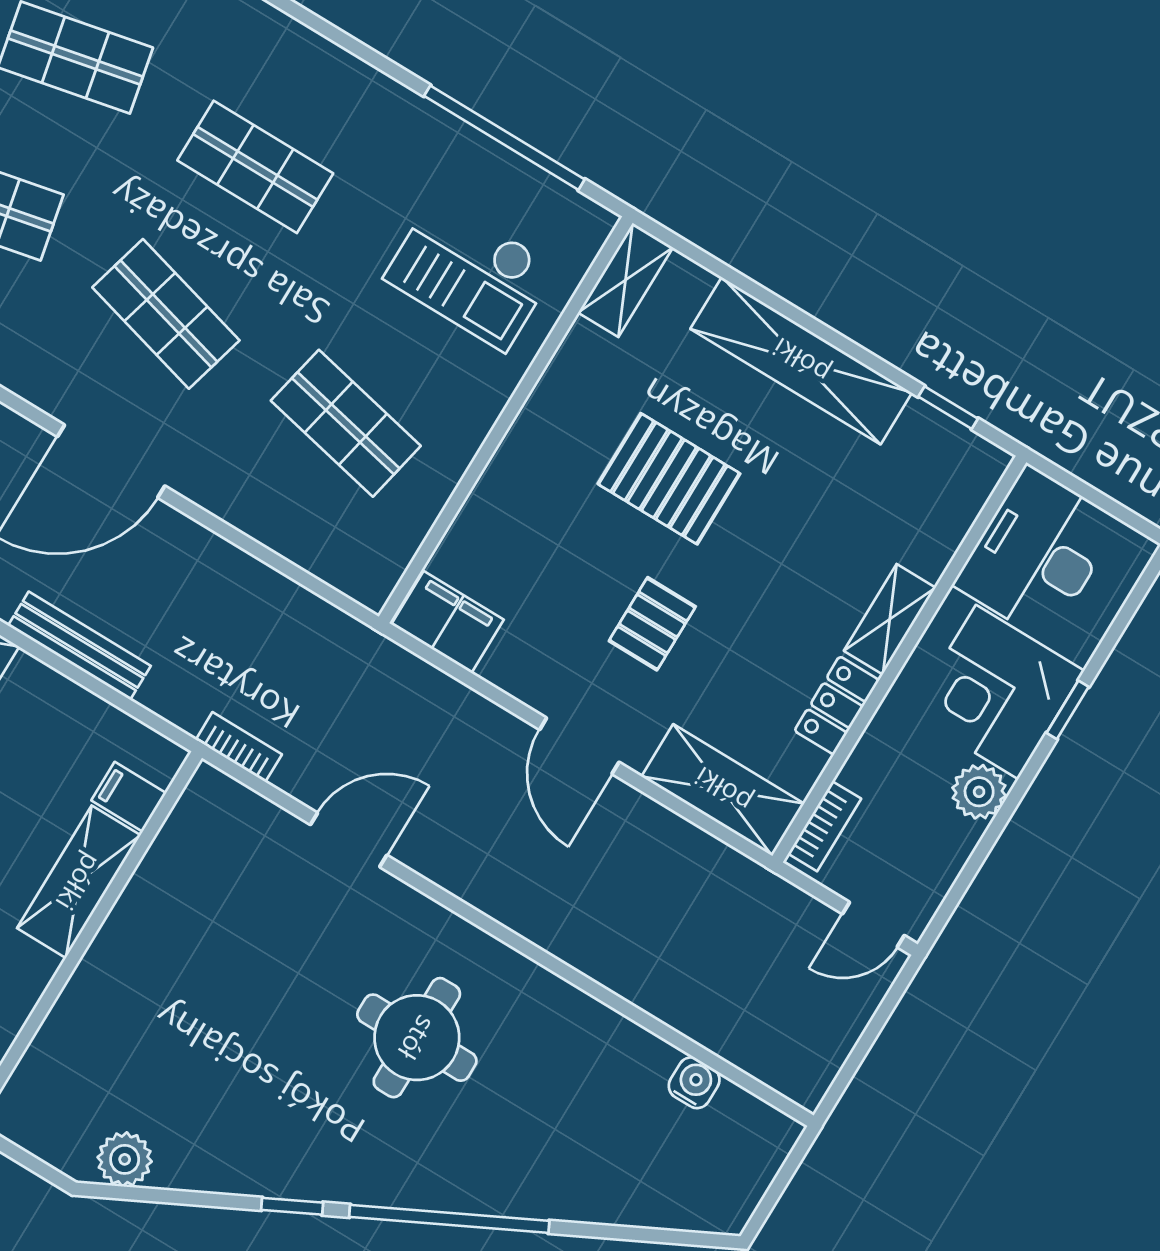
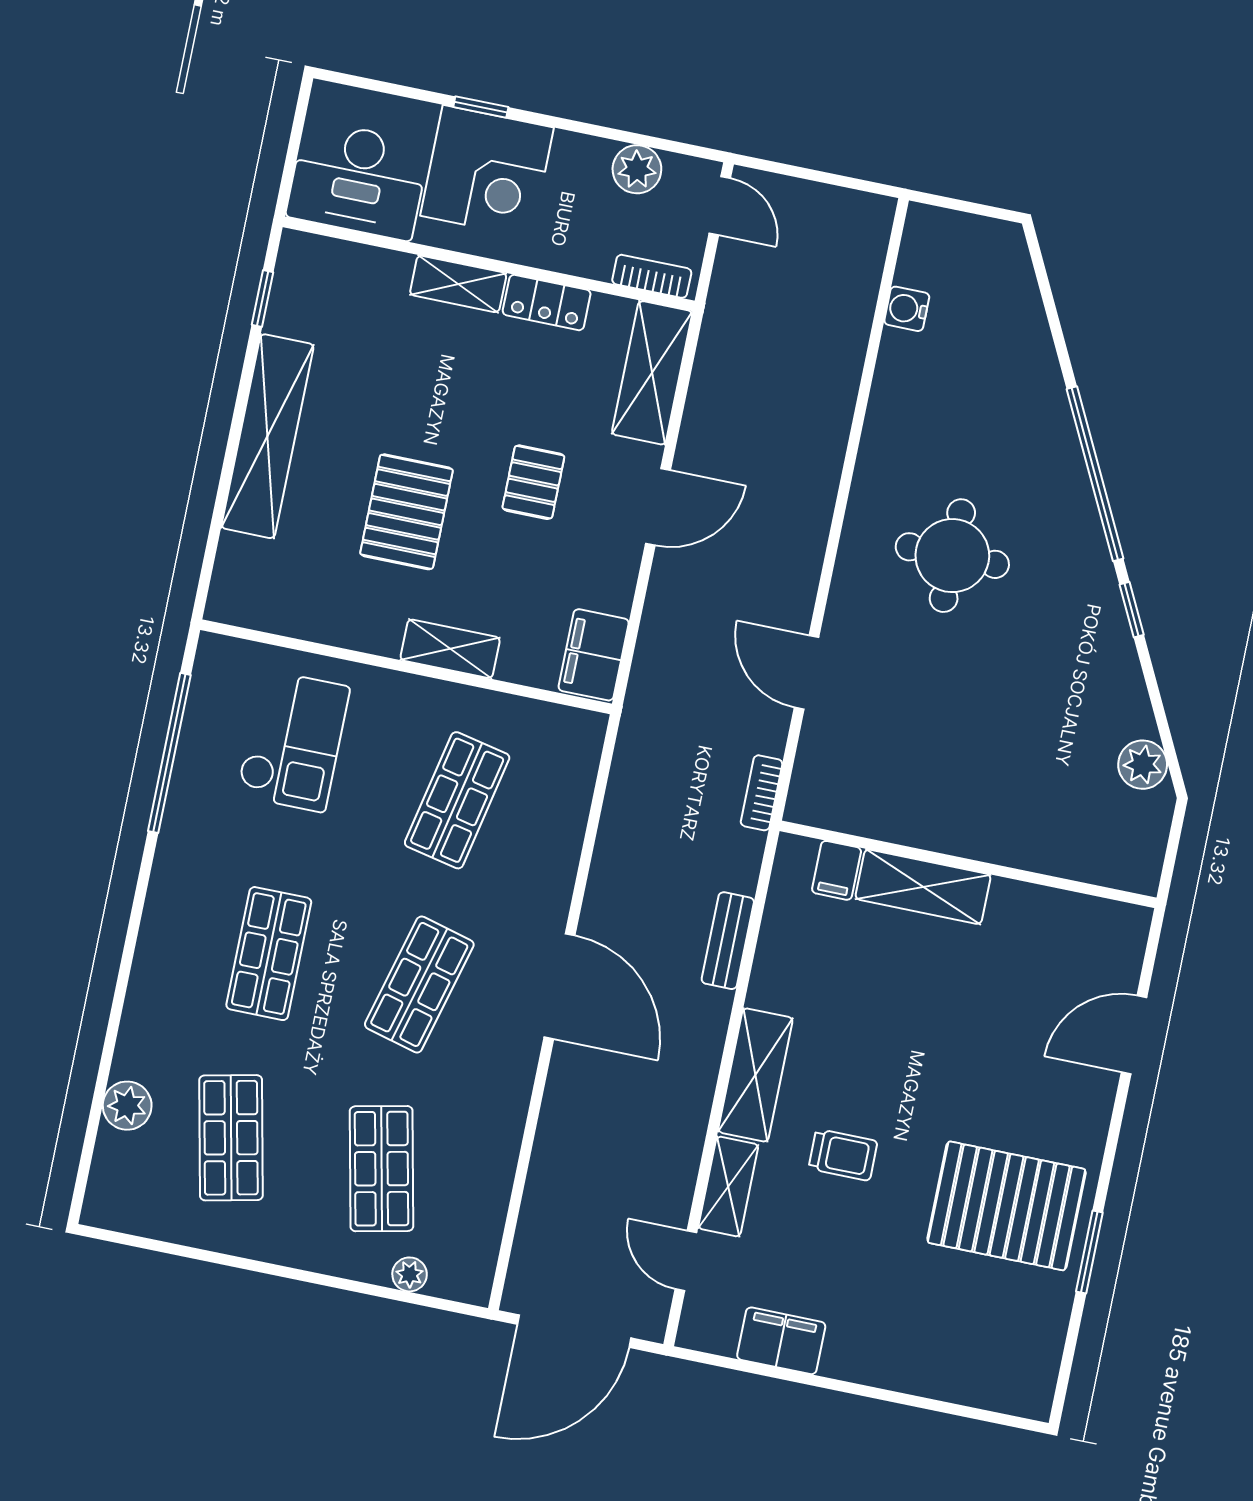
shelving: (626, 280) -> (450, 649), moved
pallet: (652, 624) -> (533, 482), turned 90
bench: (79, 646) -> (728, 941), width x0.73
plant: (979, 792) -> (637, 169), moved

